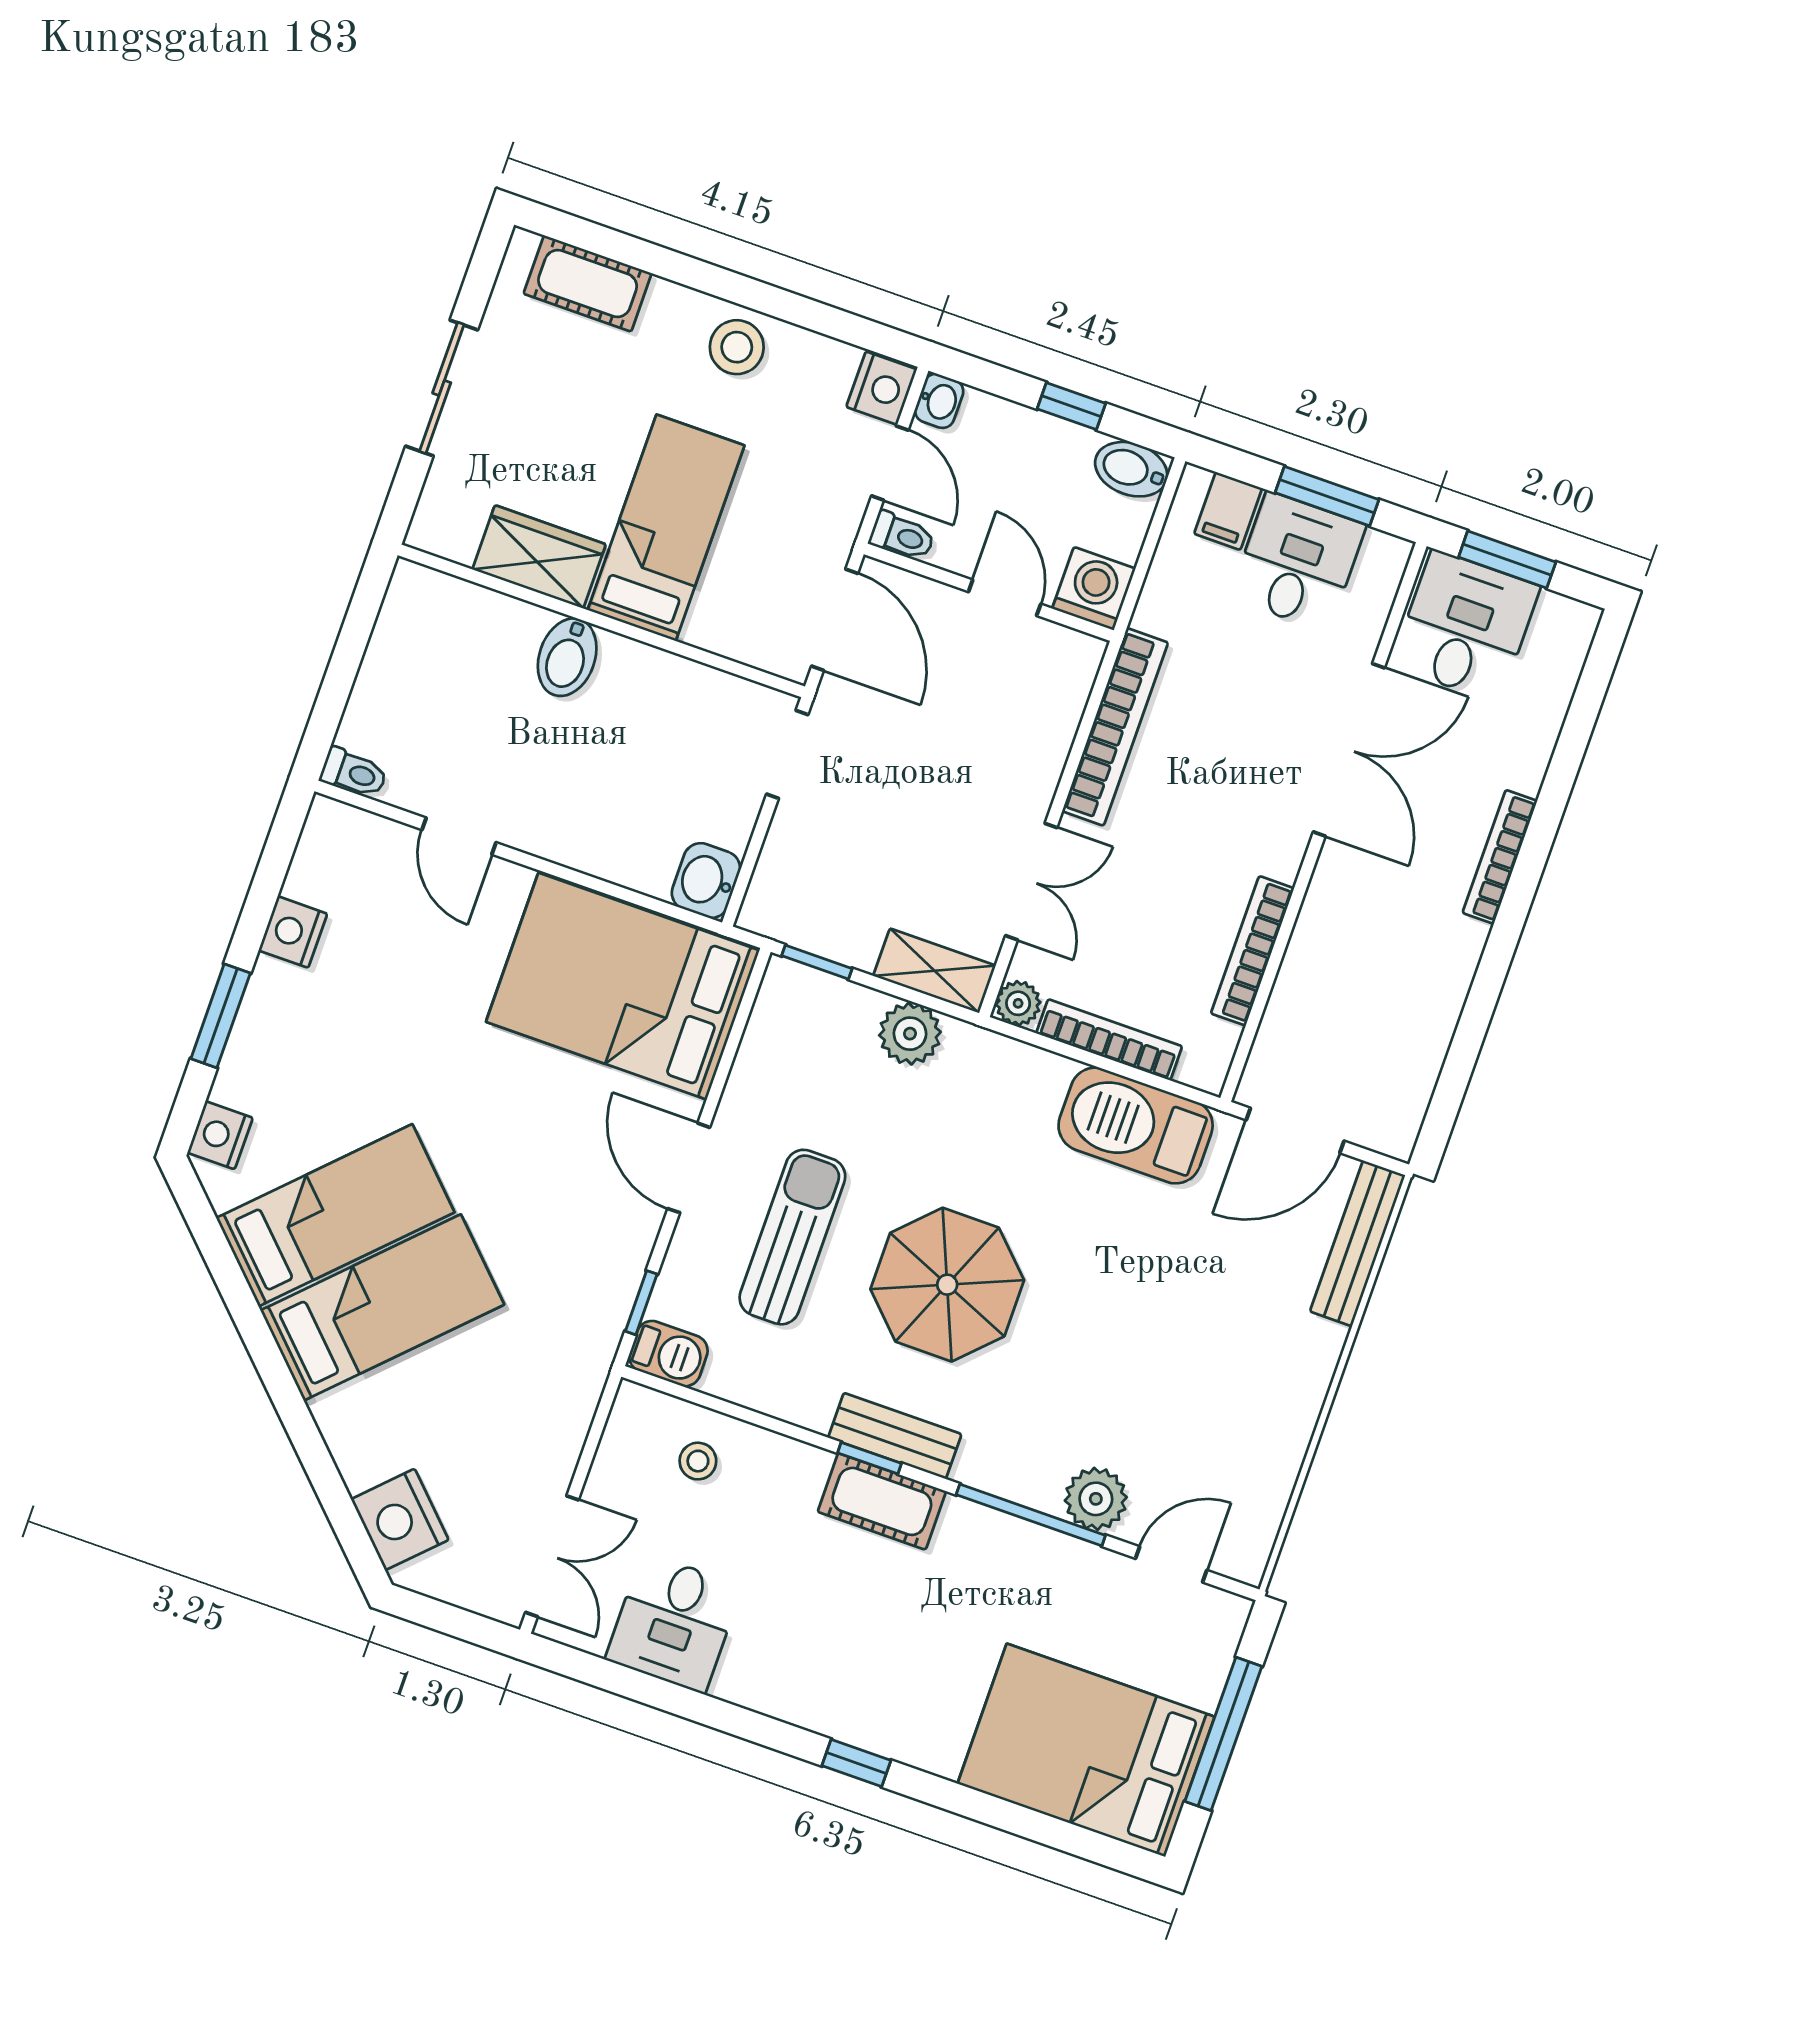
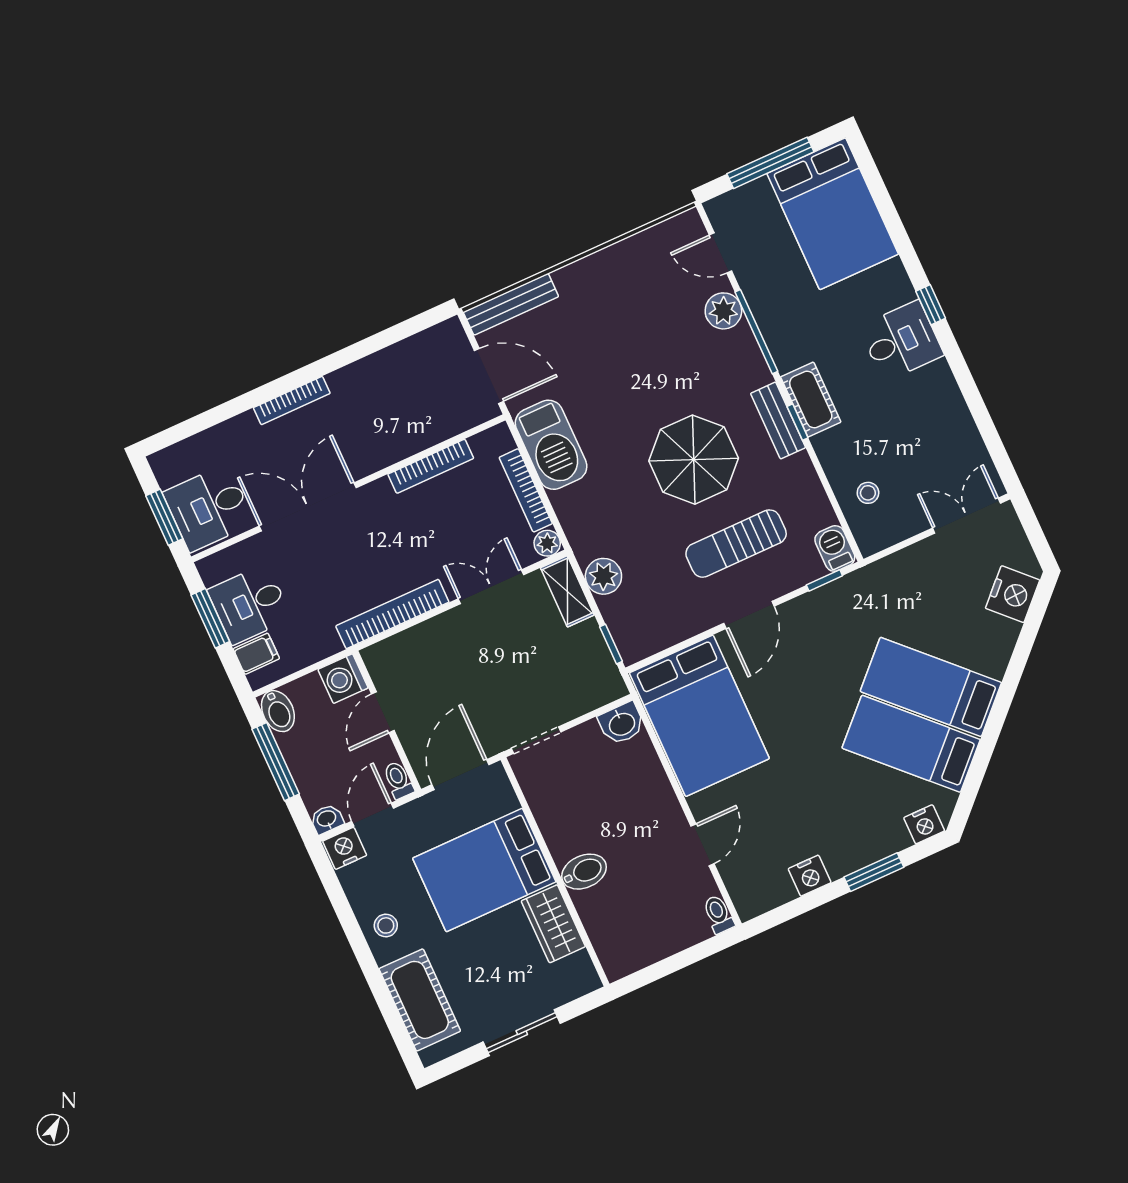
cot: (588, 283) -> (420, 1000), width x1.37, depth x1.34
stool: (737, 347) -> (386, 925), width x0.73, depth x0.73
window: (1071, 406) -> (276, 762), width x2.17
bed: (666, 528) -> (484, 870), width x1.50
desk: (674, 1623) -> (901, 341), moved

